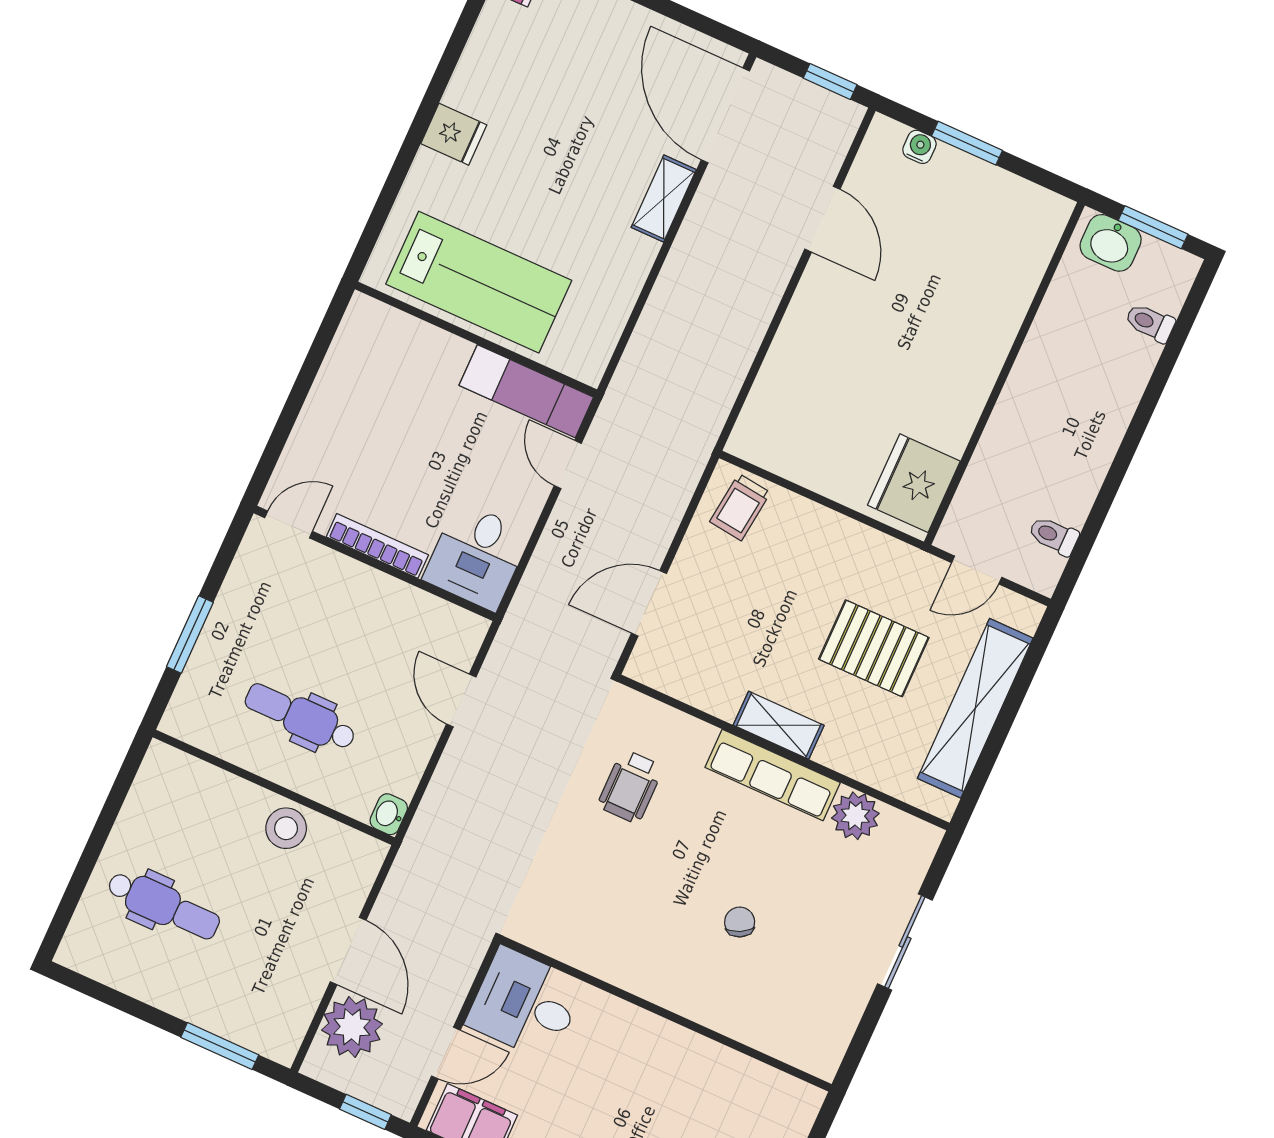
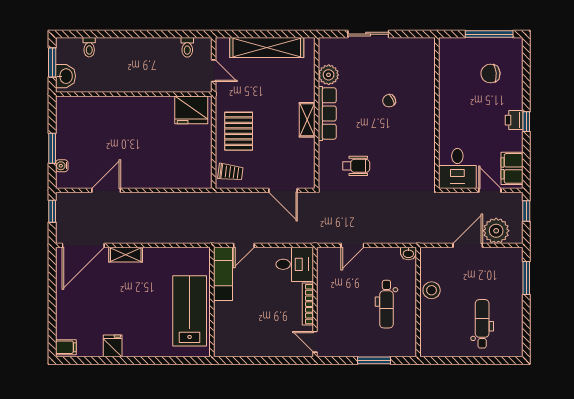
fridge: (454, 134) -> (113, 346), moved
pallet: (874, 648) -> (239, 131), moved

